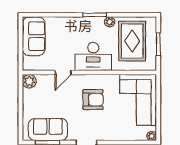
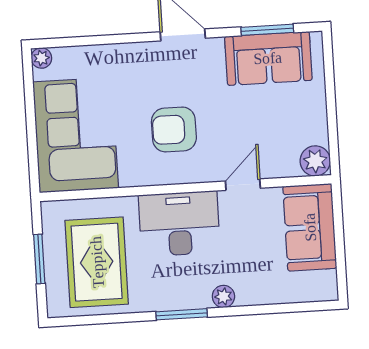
plant: (110, 22) -> (223, 296), moved
sofa: (34, 36) -> (310, 227), moved

